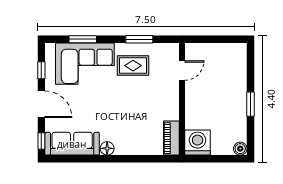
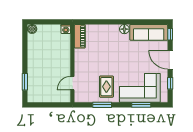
rug: (133, 66) -> (106, 87), turned 90
window: (250, 104) -> (25, 82), moved
washing machine: (198, 143) -> (66, 29), width x0.53, depth x0.53

